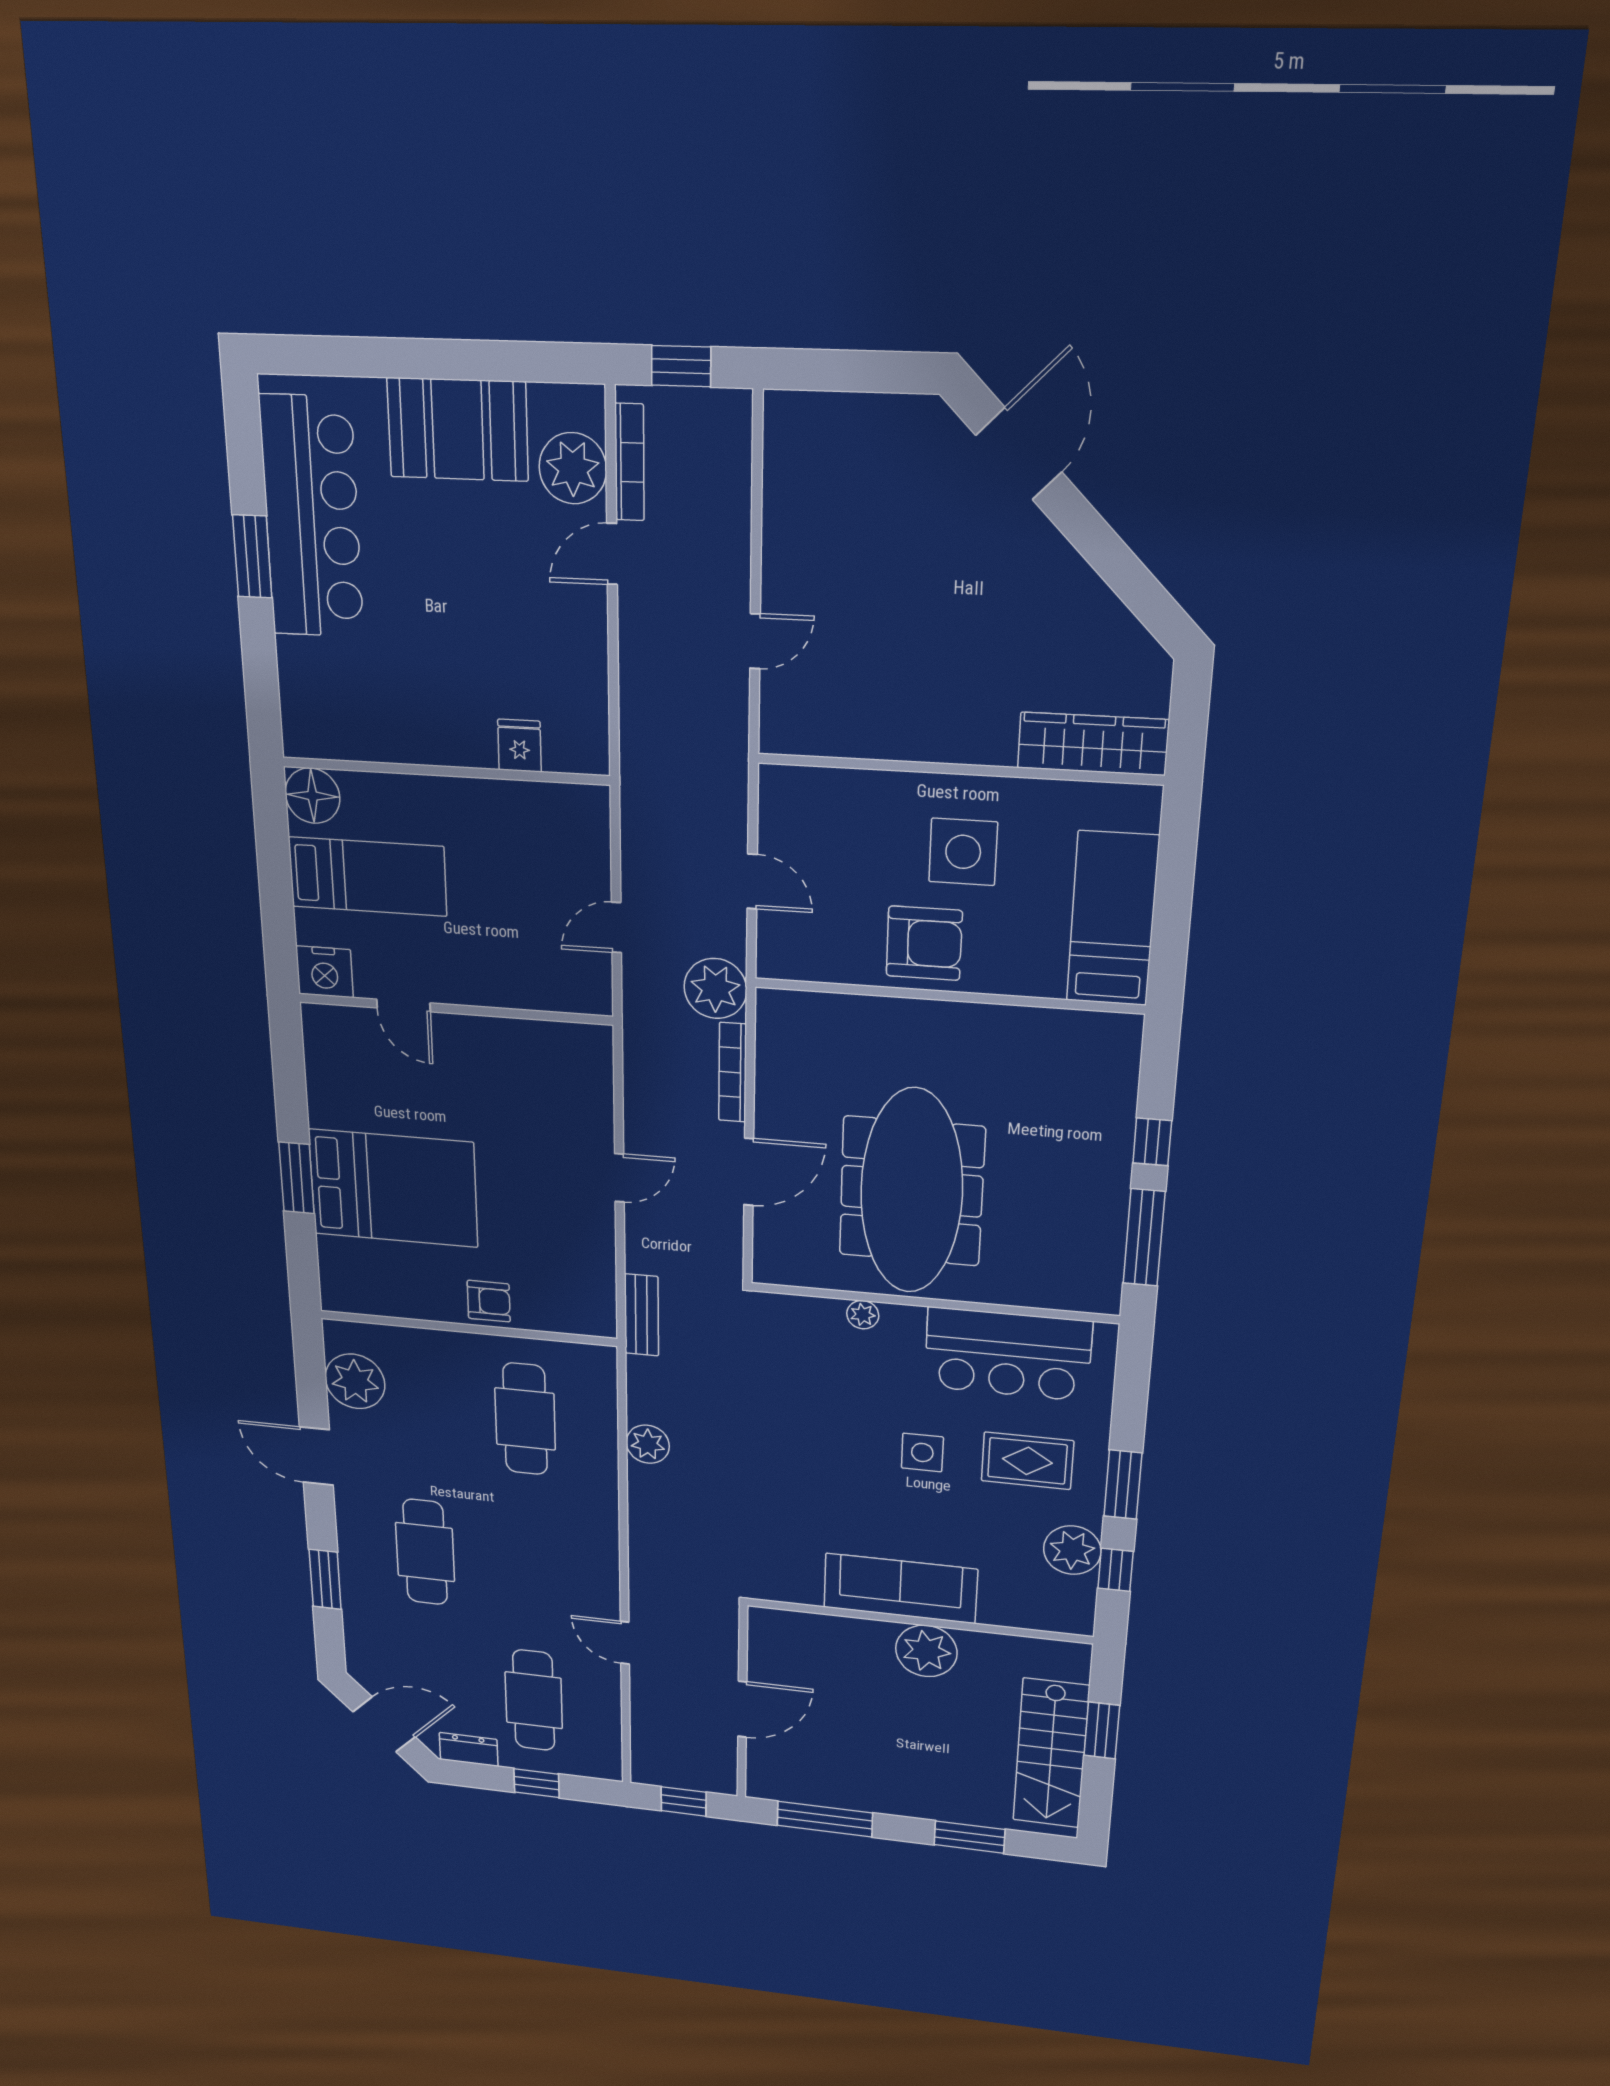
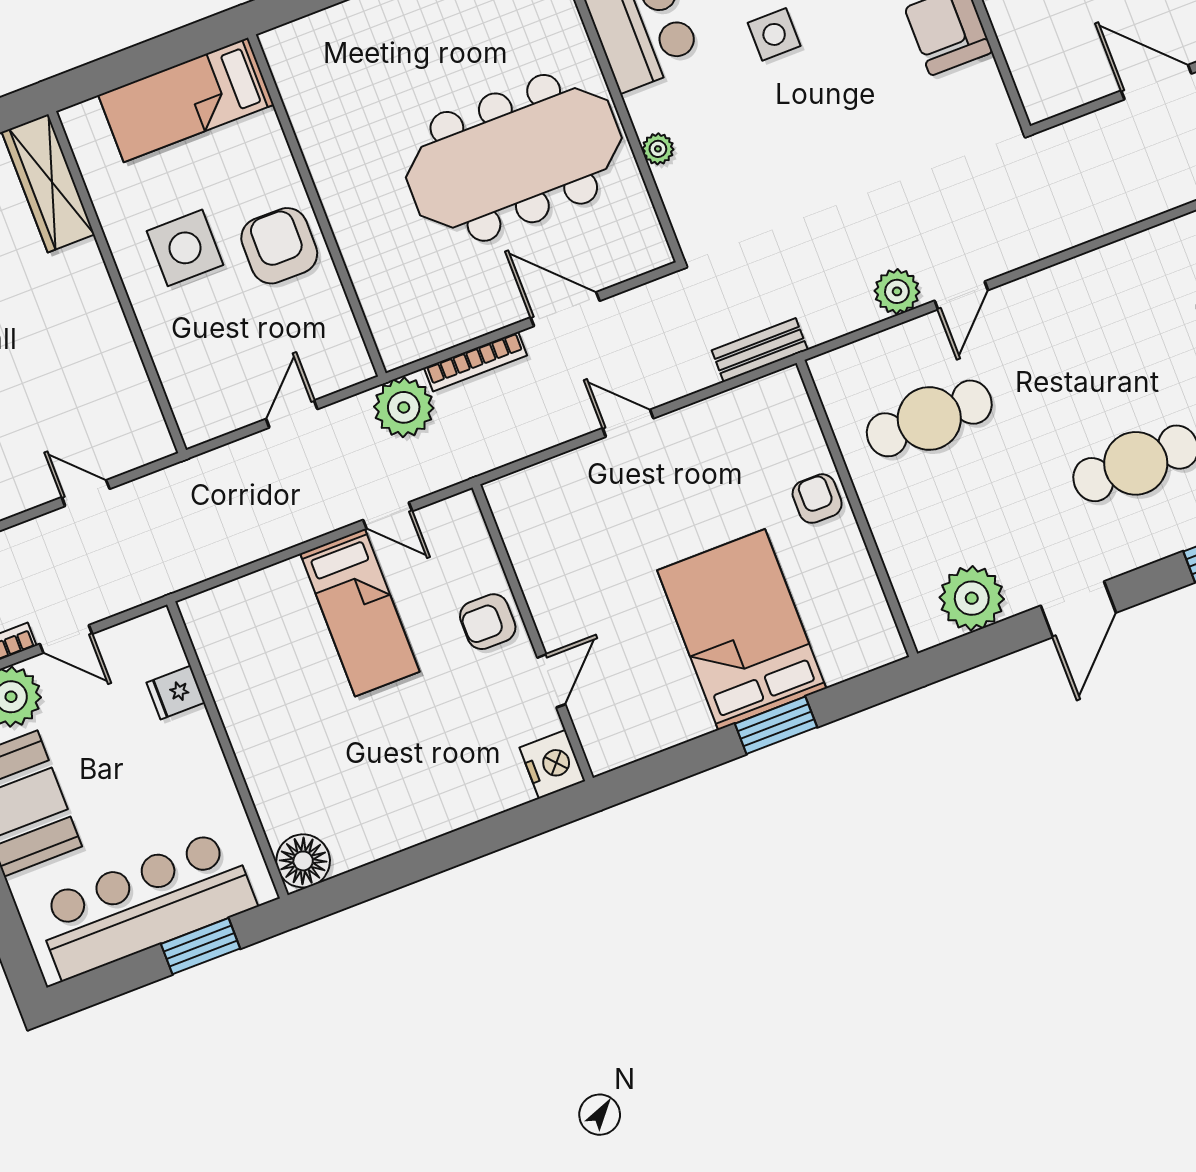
fridge: (519, 746) -> (176, 693), moved
wall: (445, 771) -> (228, 750), moved
floor lamp: (312, 796) -> (303, 861), moved
bed: (368, 877) -> (360, 613), moved, turned 180
armchair: (480, 974) -> (488, 622), added
door: (625, 1643) -> (961, 295), moved

